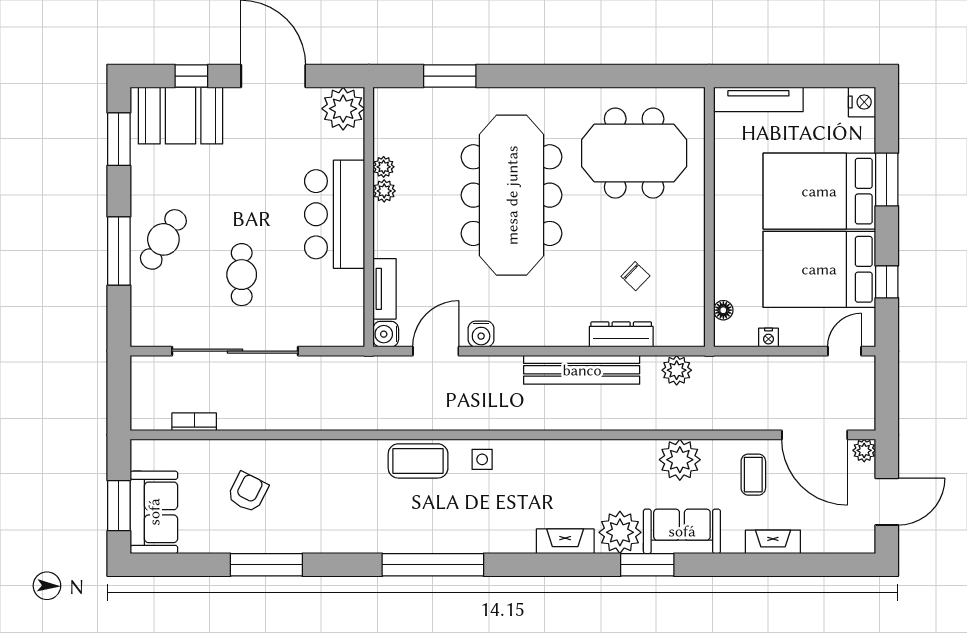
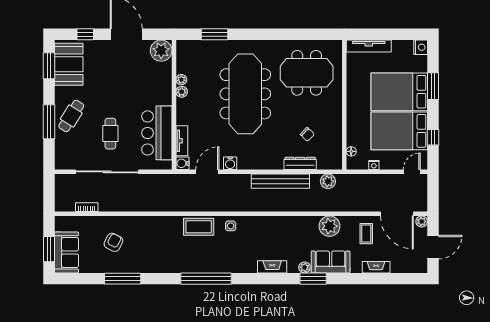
booth: (181, 116) -> (69, 64), moved, turned 90
bar counter: (335, 214) -> (157, 133), moved
plant: (620, 532) -> (305, 267), width x0.53, depth x0.53

